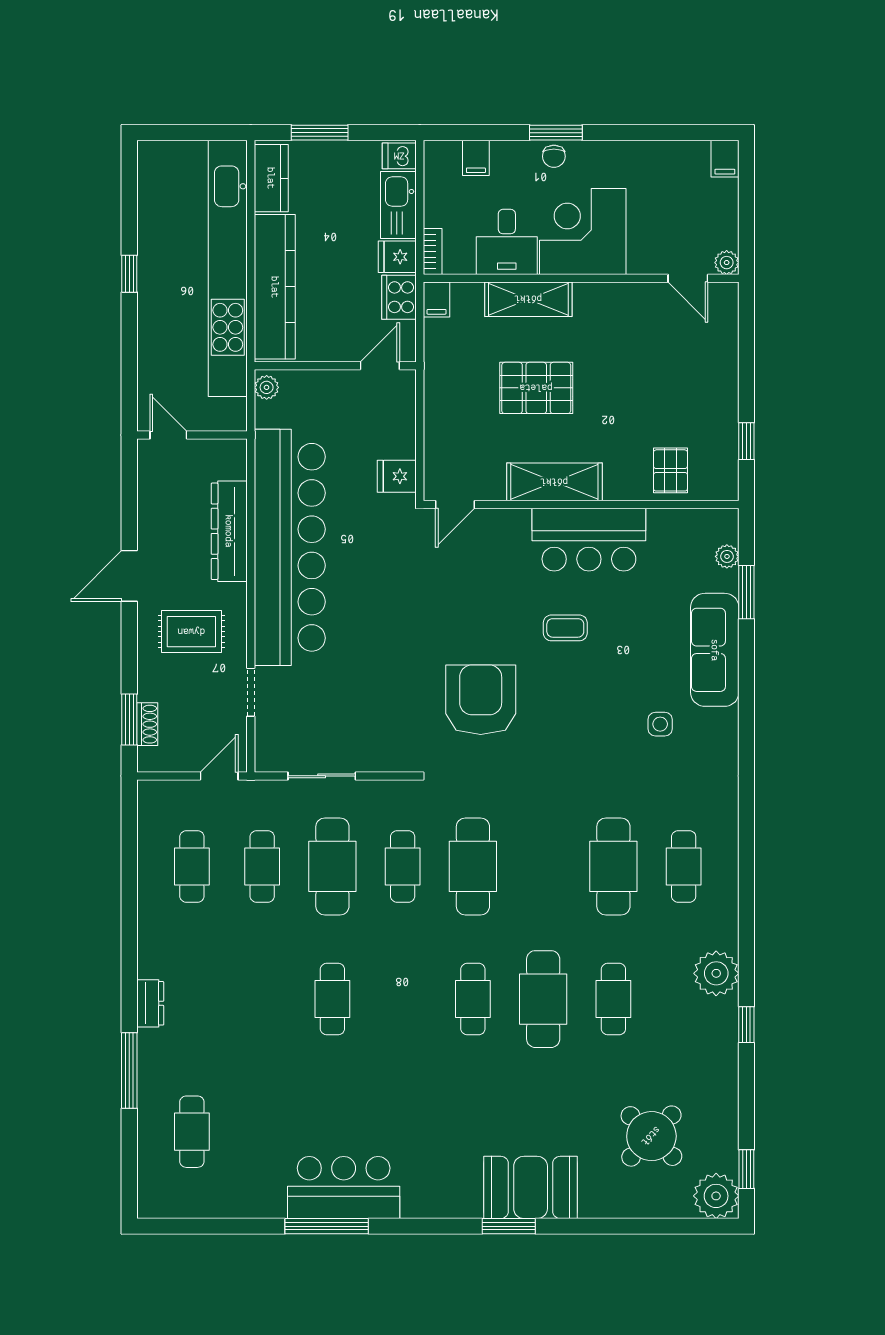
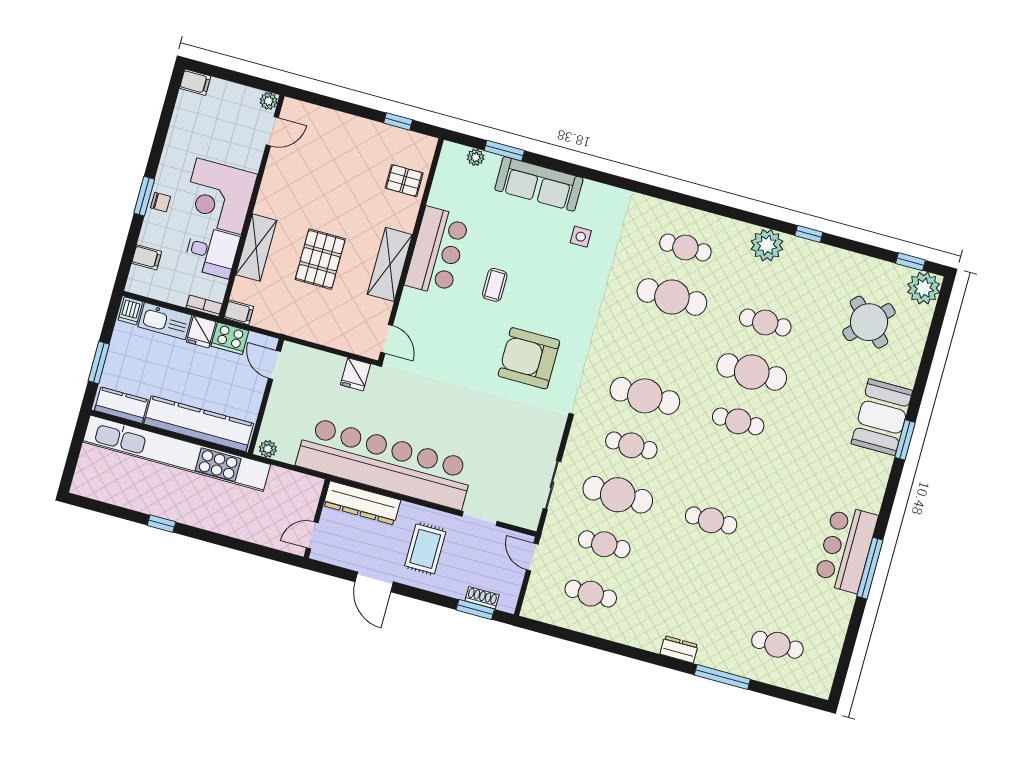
door: (168, 435) -> (312, 535), moved
wall: (192, 435) -> (317, 519), moved

